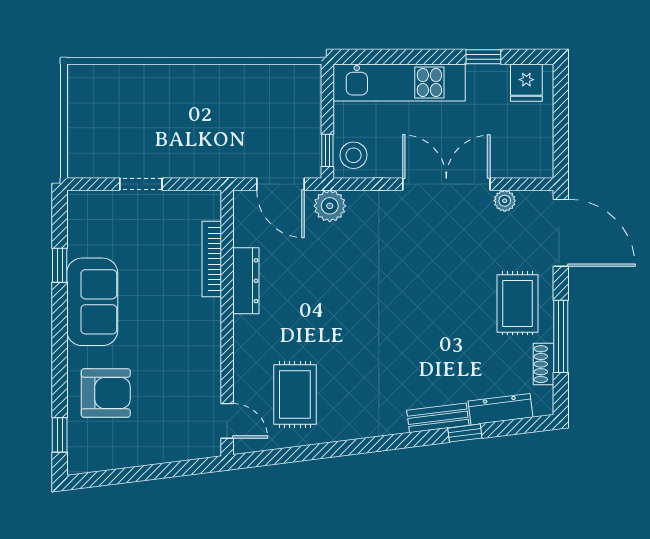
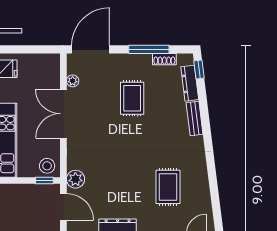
door: (280, 184) -> (63, 207), hinge flipped
rug: (518, 303) -> (132, 98), moved, turned 90
rug: (295, 395) -> (168, 187), moved, turned 90
window: (465, 433) -> (199, 69), moved

